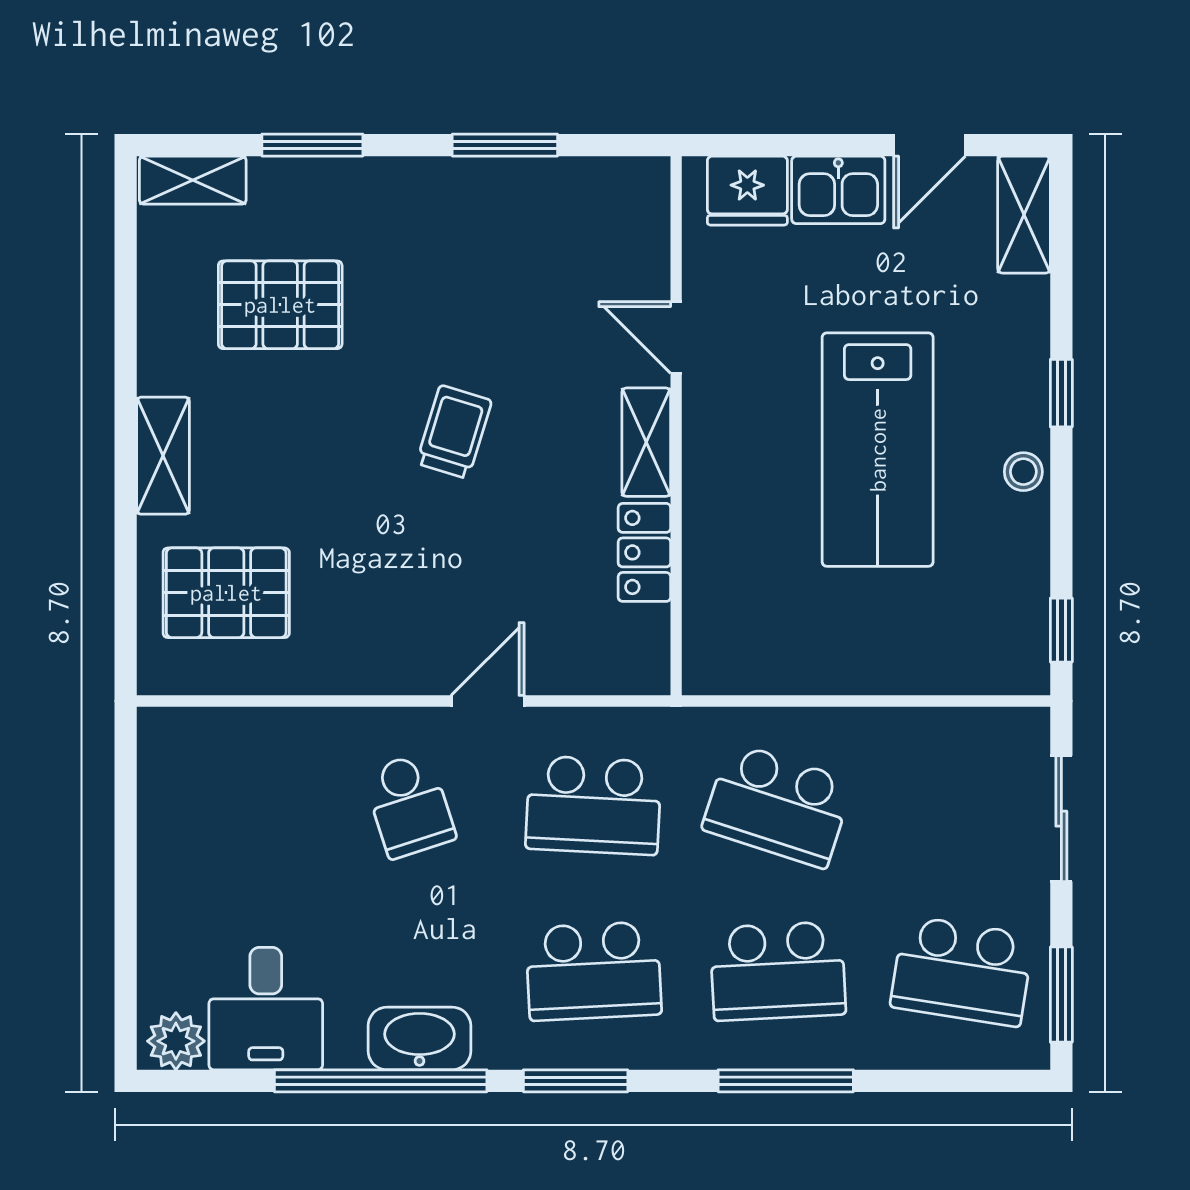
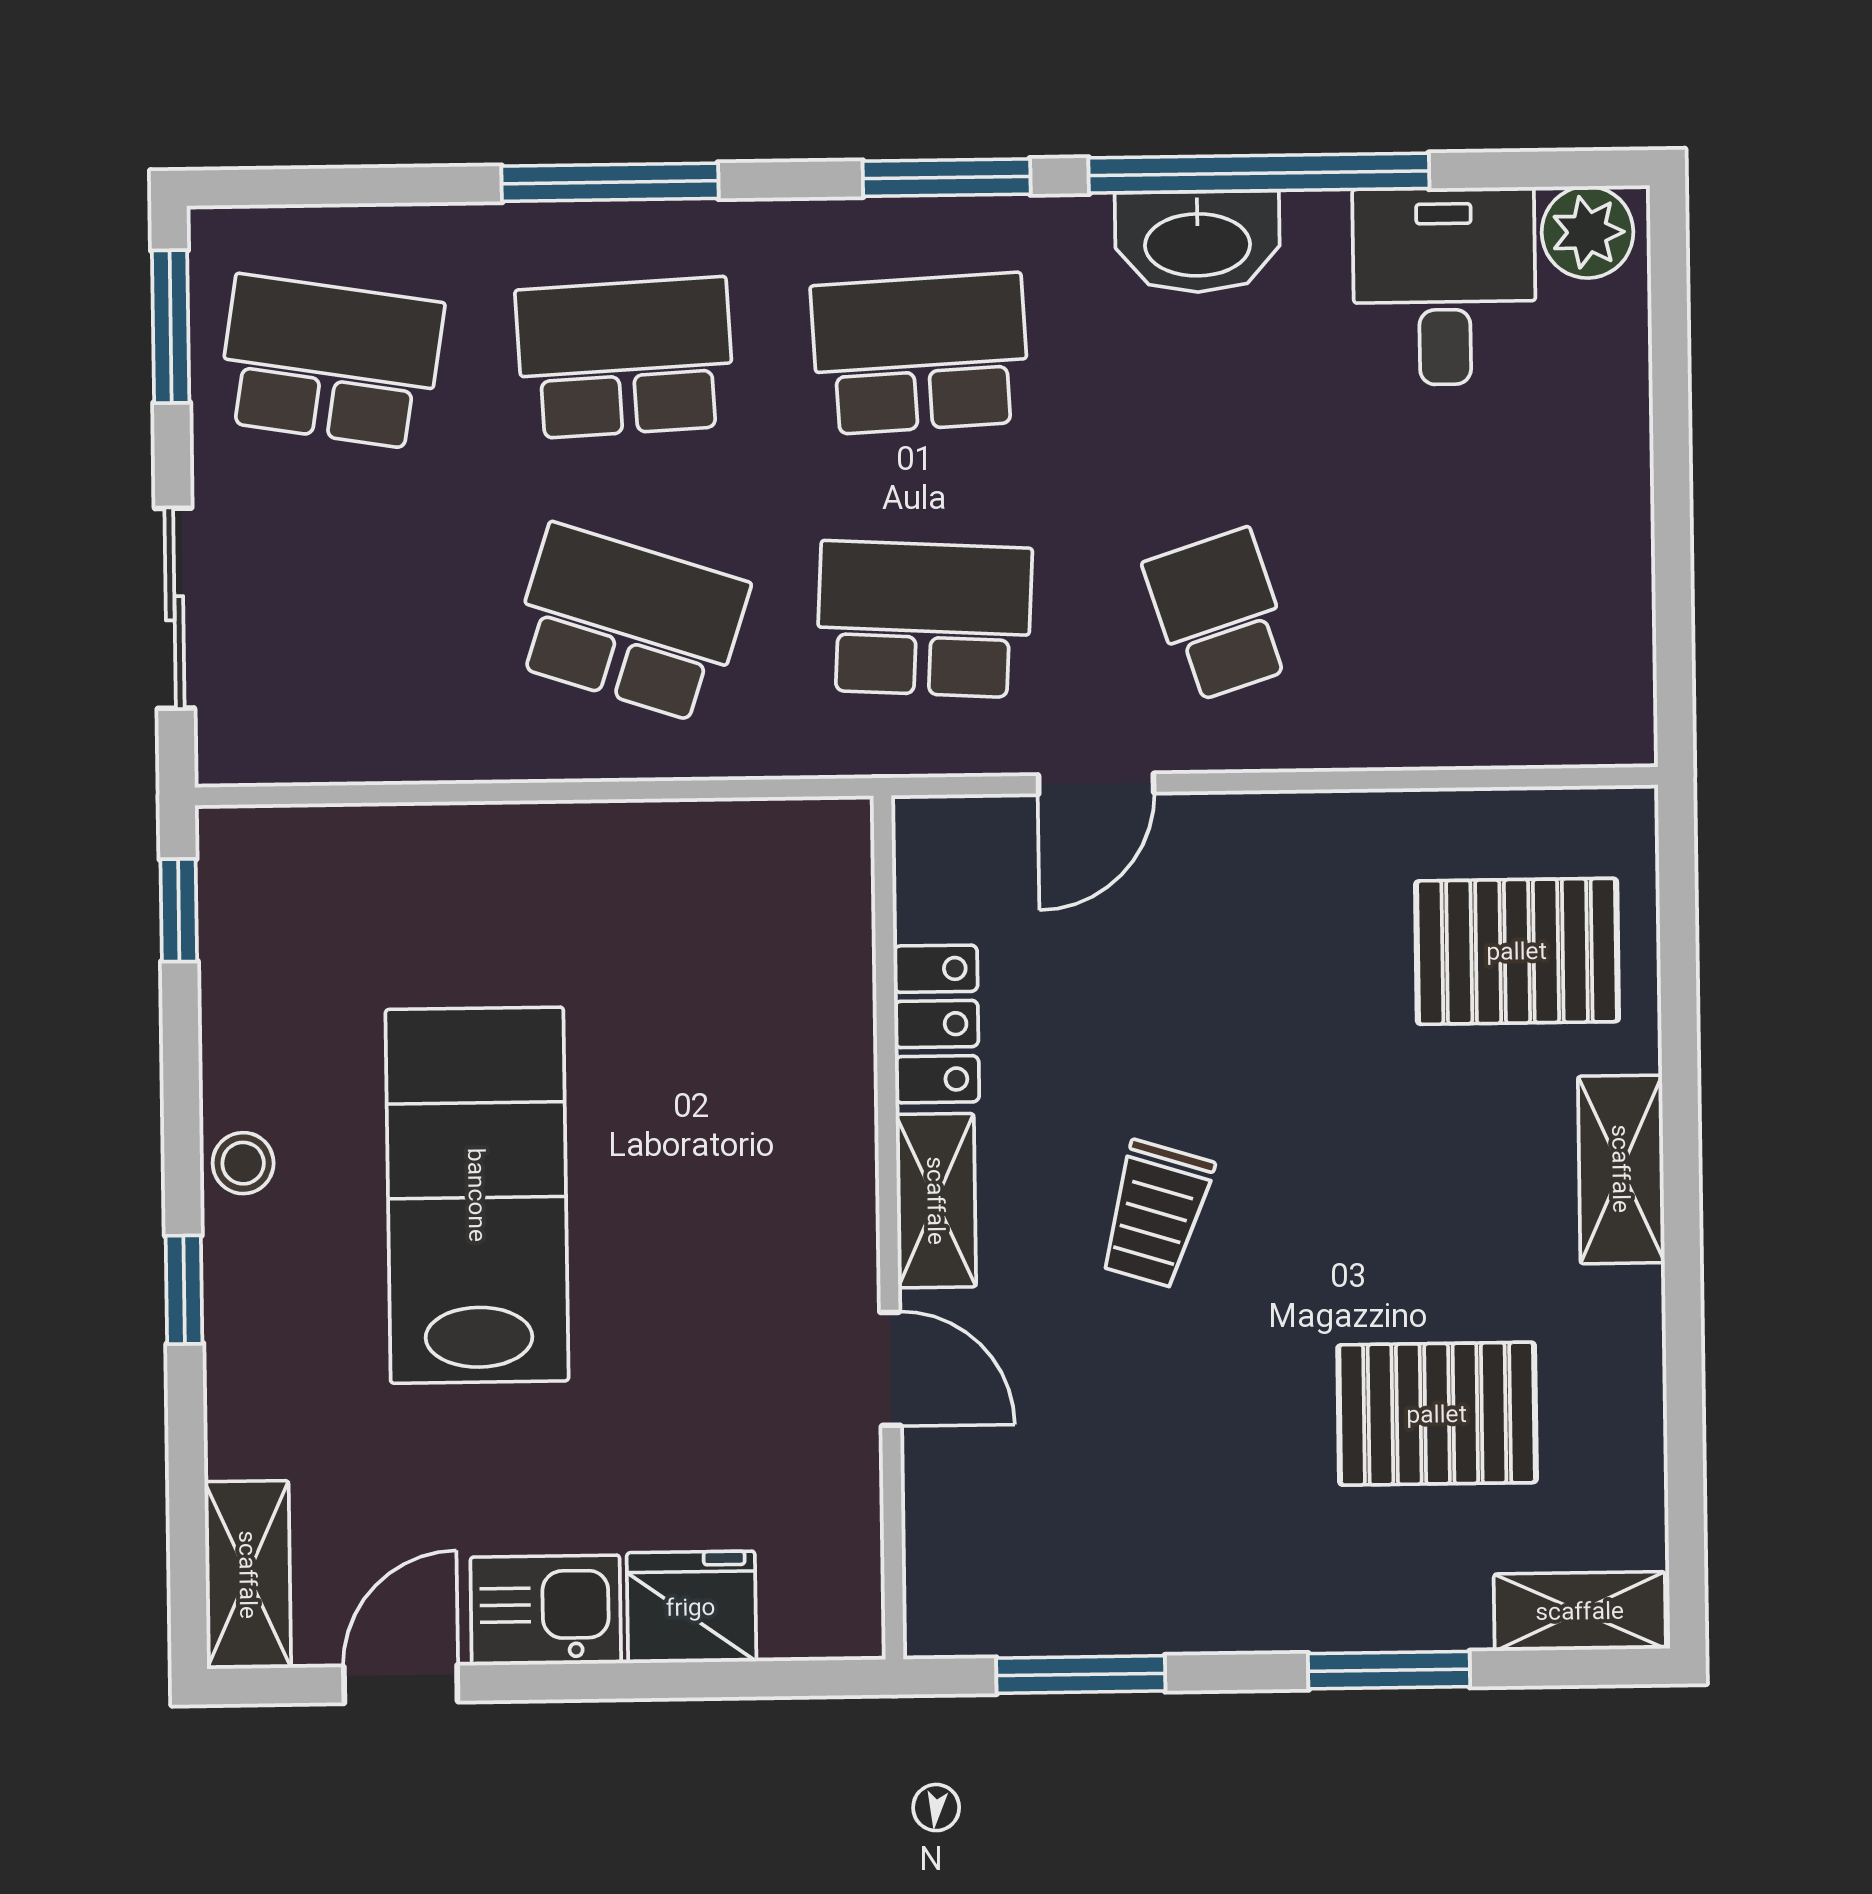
door: (676, 338) -> (890, 1369), moved
wall: (676, 426) -> (888, 1228), moved
shelving: (646, 442) -> (936, 1201), moved
locker: (644, 552) -> (936, 1024), moved

